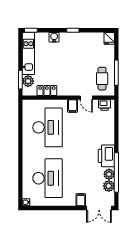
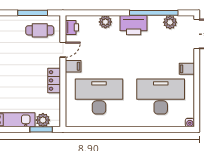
locker: (47, 90) -> (54, 80), moved
plant: (109, 174) -> (105, 22), moved
filing cabinet: (81, 200) -> (187, 69), moved

